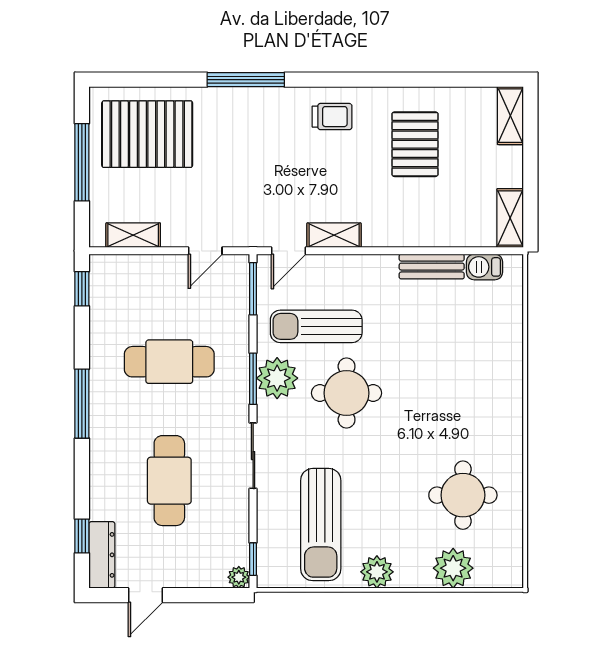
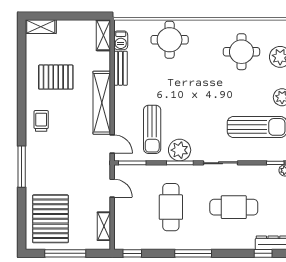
shelving: (510, 218) -> (103, 35), moved, turned 90
shelving: (334, 235) -> (102, 103), width x2.20, depth x1.33
round table: (347, 393) -> (170, 40), moved

